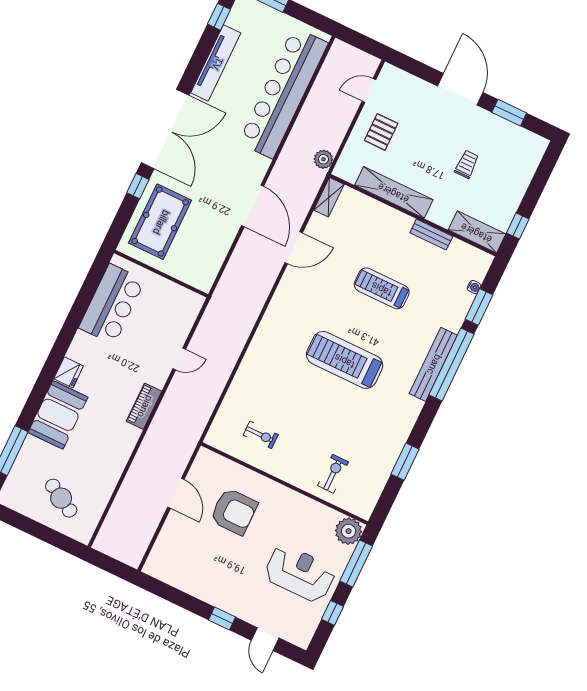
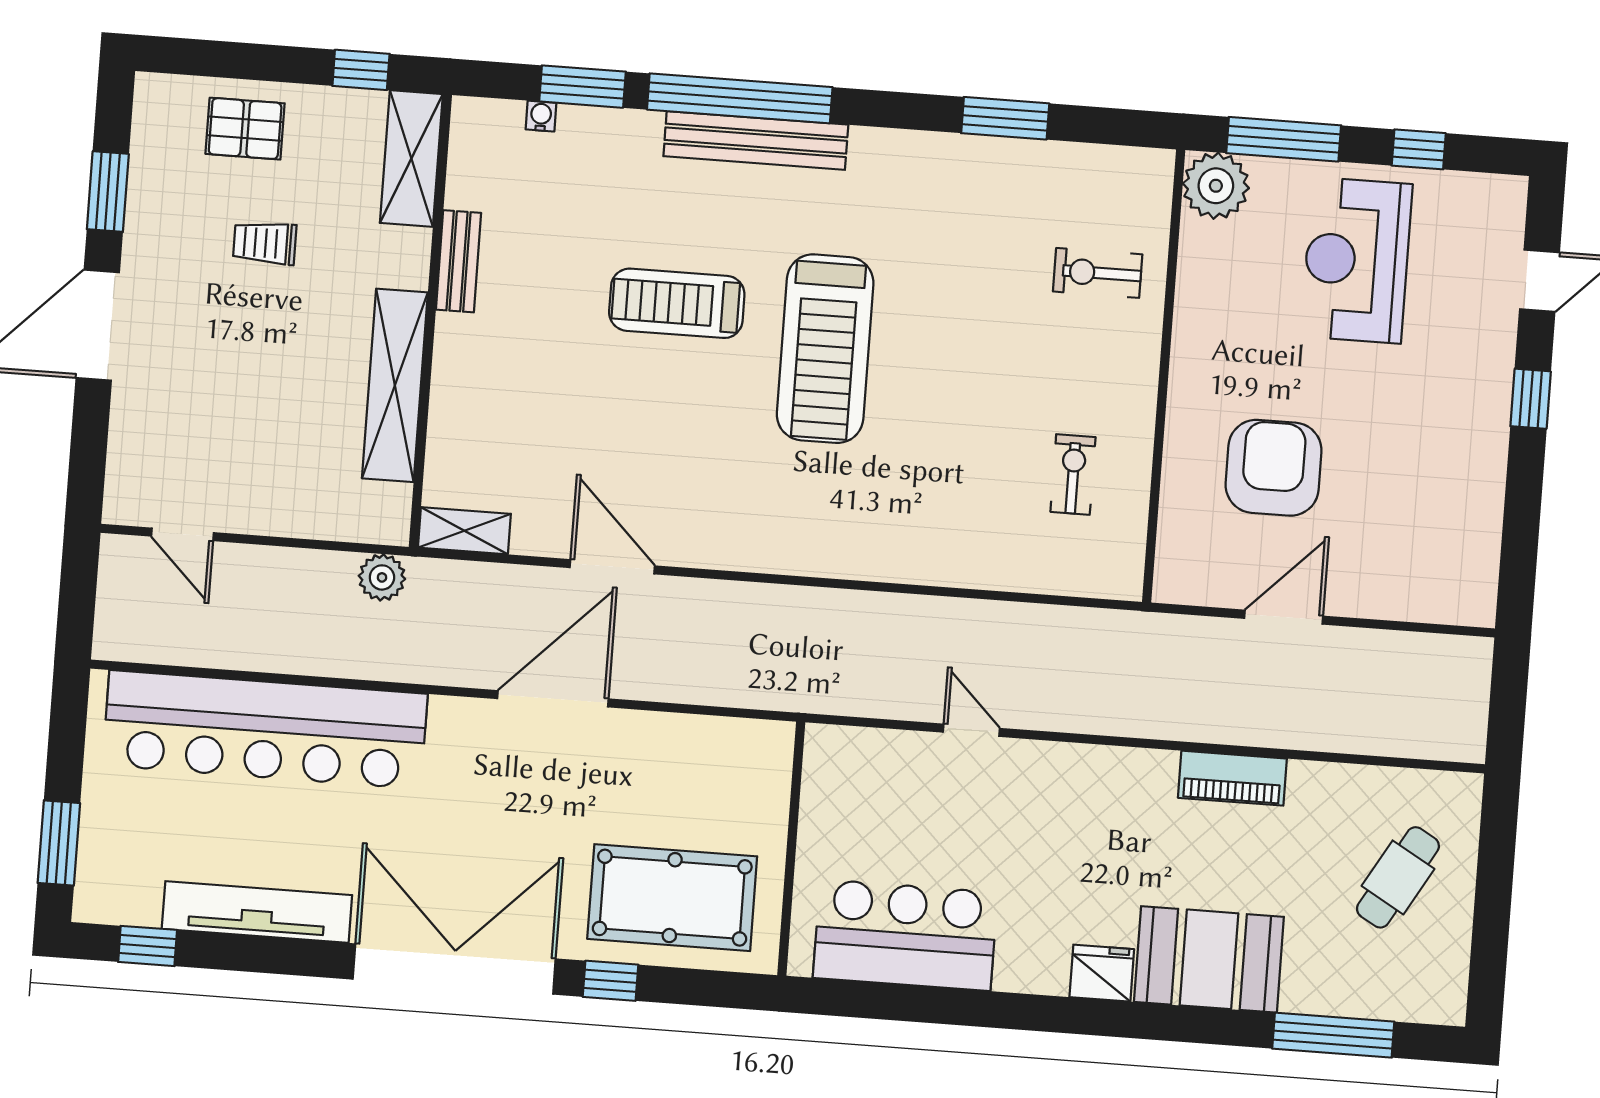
pallet: (381, 132) -> (245, 129), moved
treadmill: (382, 288) -> (677, 303), moved, turned 90
piano: (144, 406) -> (1232, 778), moved

